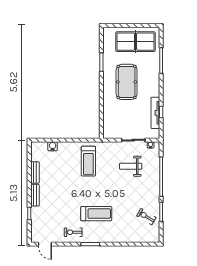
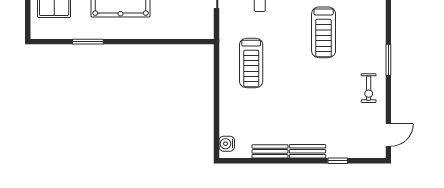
water cooler: (53, 146) -> (227, 144), moved
treadmill: (88, 161) -> (251, 63), turned 90
treadmill: (96, 214) -> (324, 32), moved, turned 180

